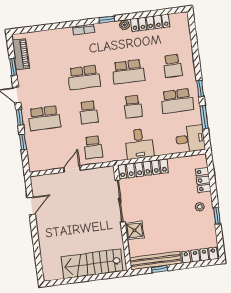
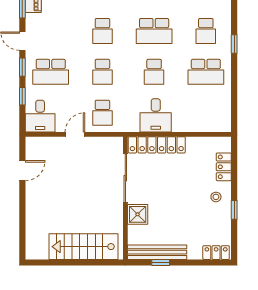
school desk: (84, 77) -> (102, 31), width x0.54
window: (200, 89) -> (234, 44), moved
window: (204, 117) -> (234, 95), removed
desk: (190, 139) -> (40, 116), moved, turned 90
locker: (200, 255) -> (216, 253), width x0.66

